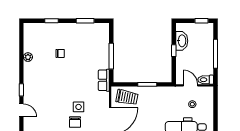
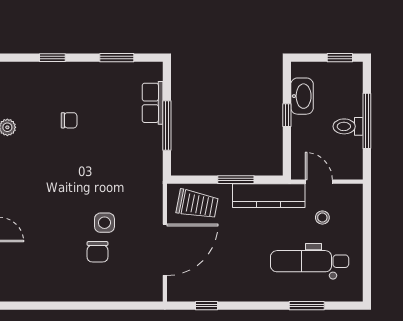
row of seats: (104, 80) -> (153, 103), moved
toilet: (206, 80) -> (348, 126), moved
kitchen counter: (164, 93) -> (269, 196), added

